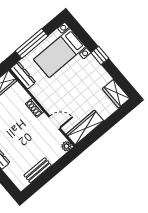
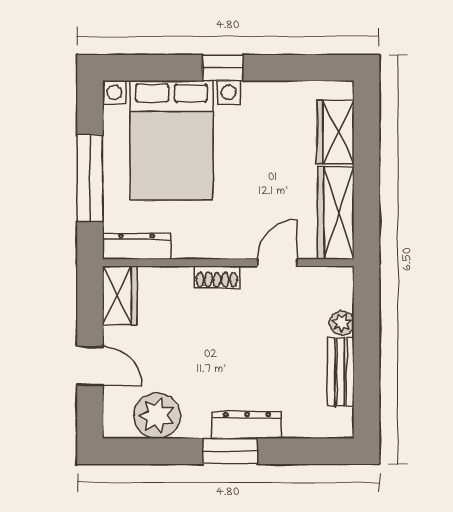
bed with nightstands: (60, 53) -> (171, 140), width x1.36
wardrobe: (116, 94) -> (335, 132), moved, turned 90
plant: (67, 146) -> (342, 323), moved

